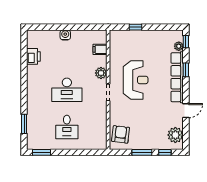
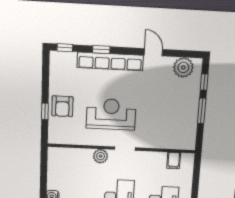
plant: (179, 46) -> (71, 57), removed
filing cabinet: (100, 49) -> (174, 161), moved
armchair: (121, 134) -> (62, 106), moved, turned -97

